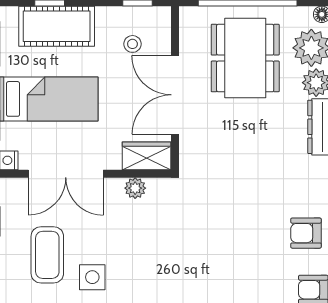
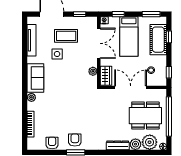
double door: (66, 174) -> (99, 43), swing flipped

